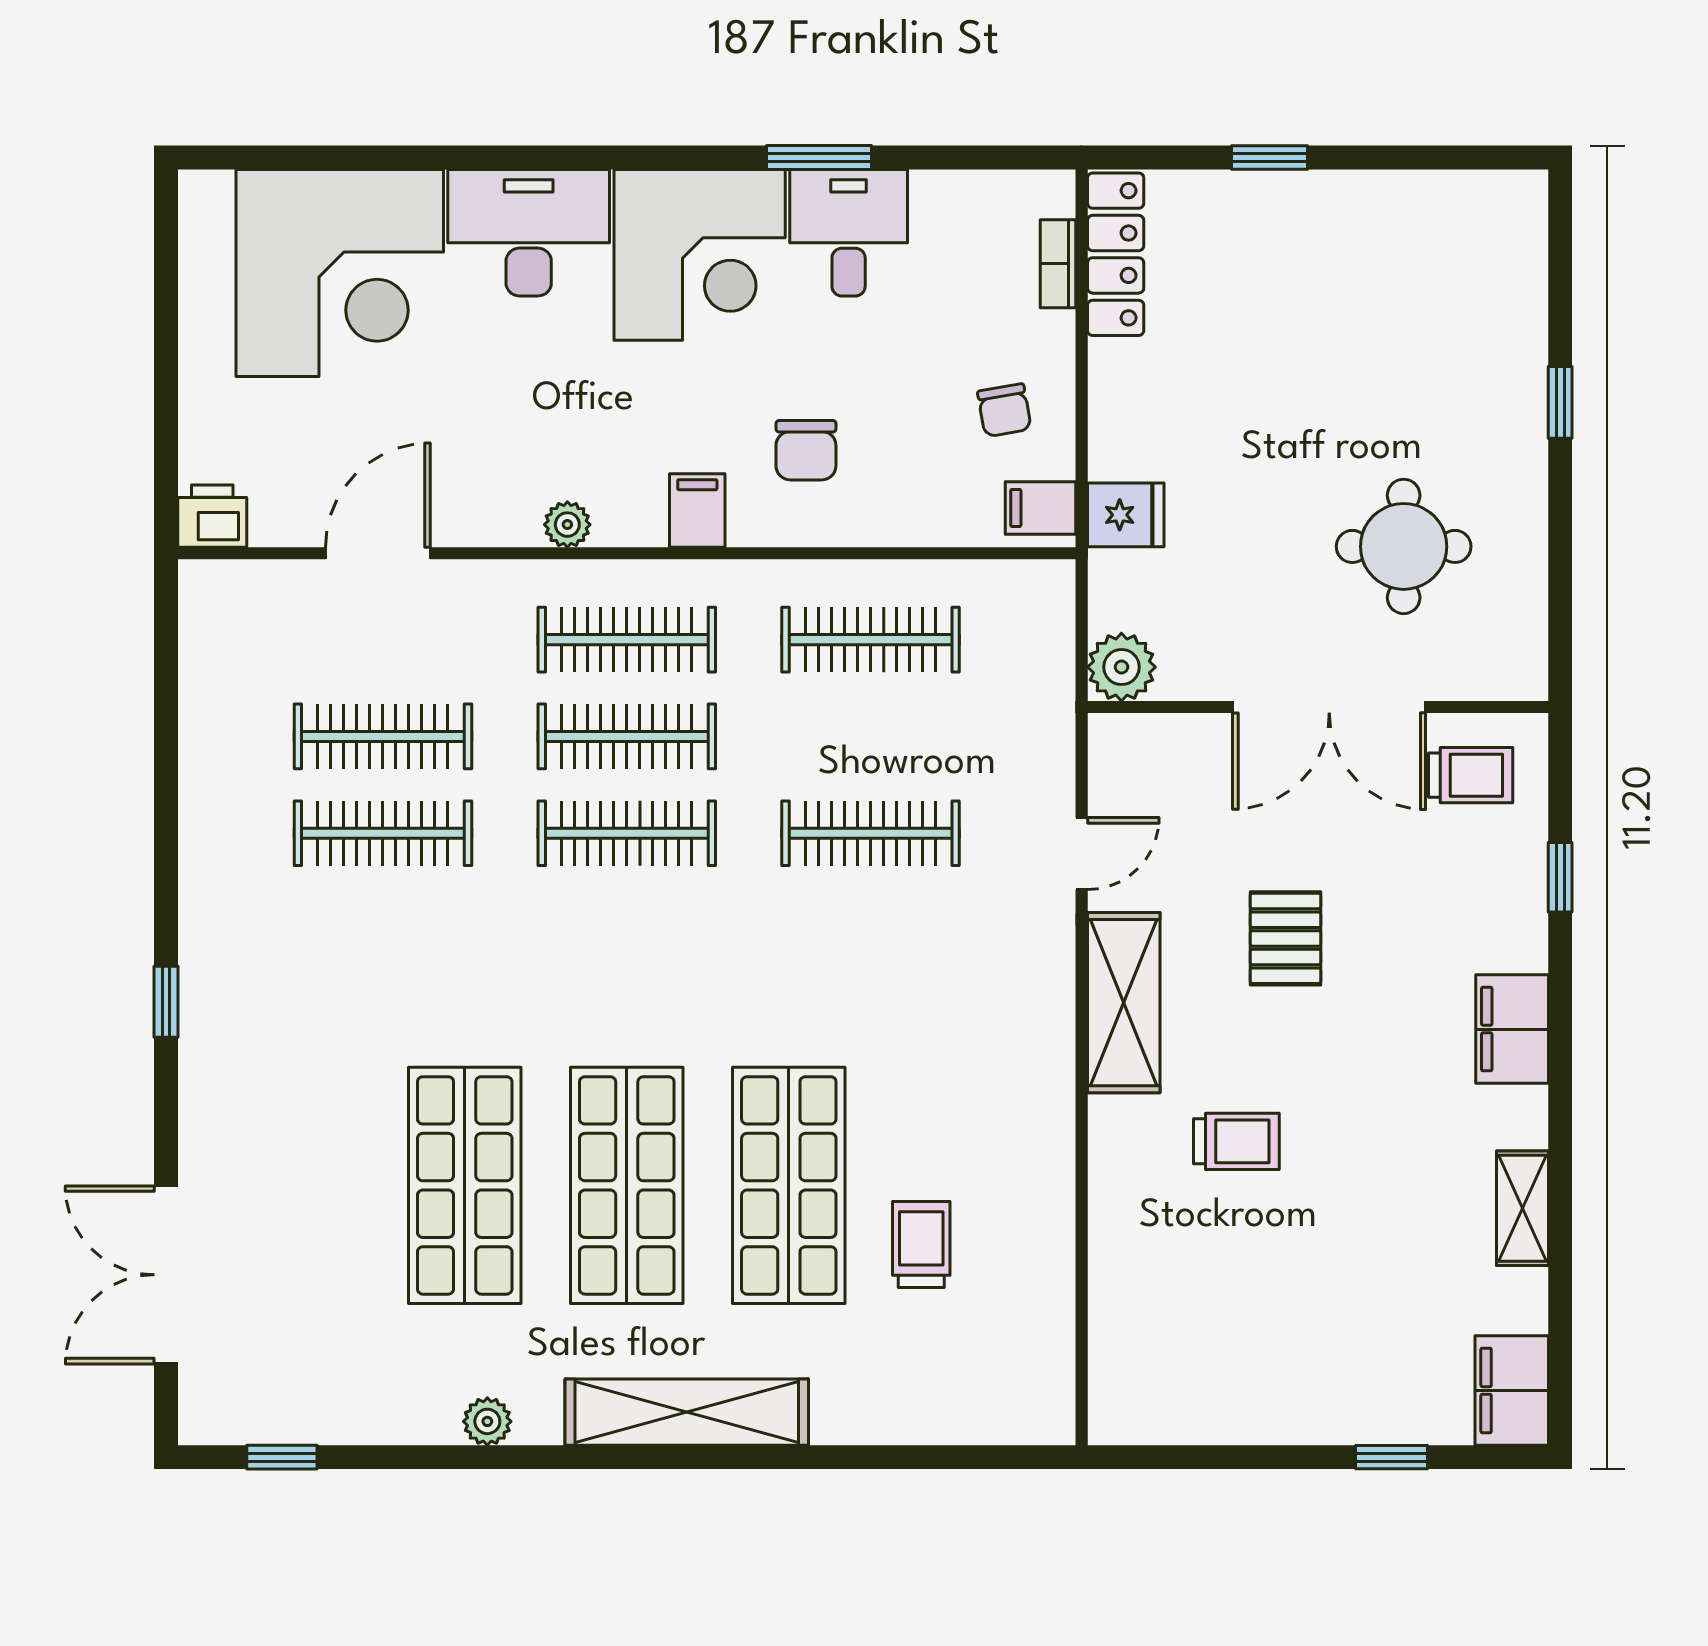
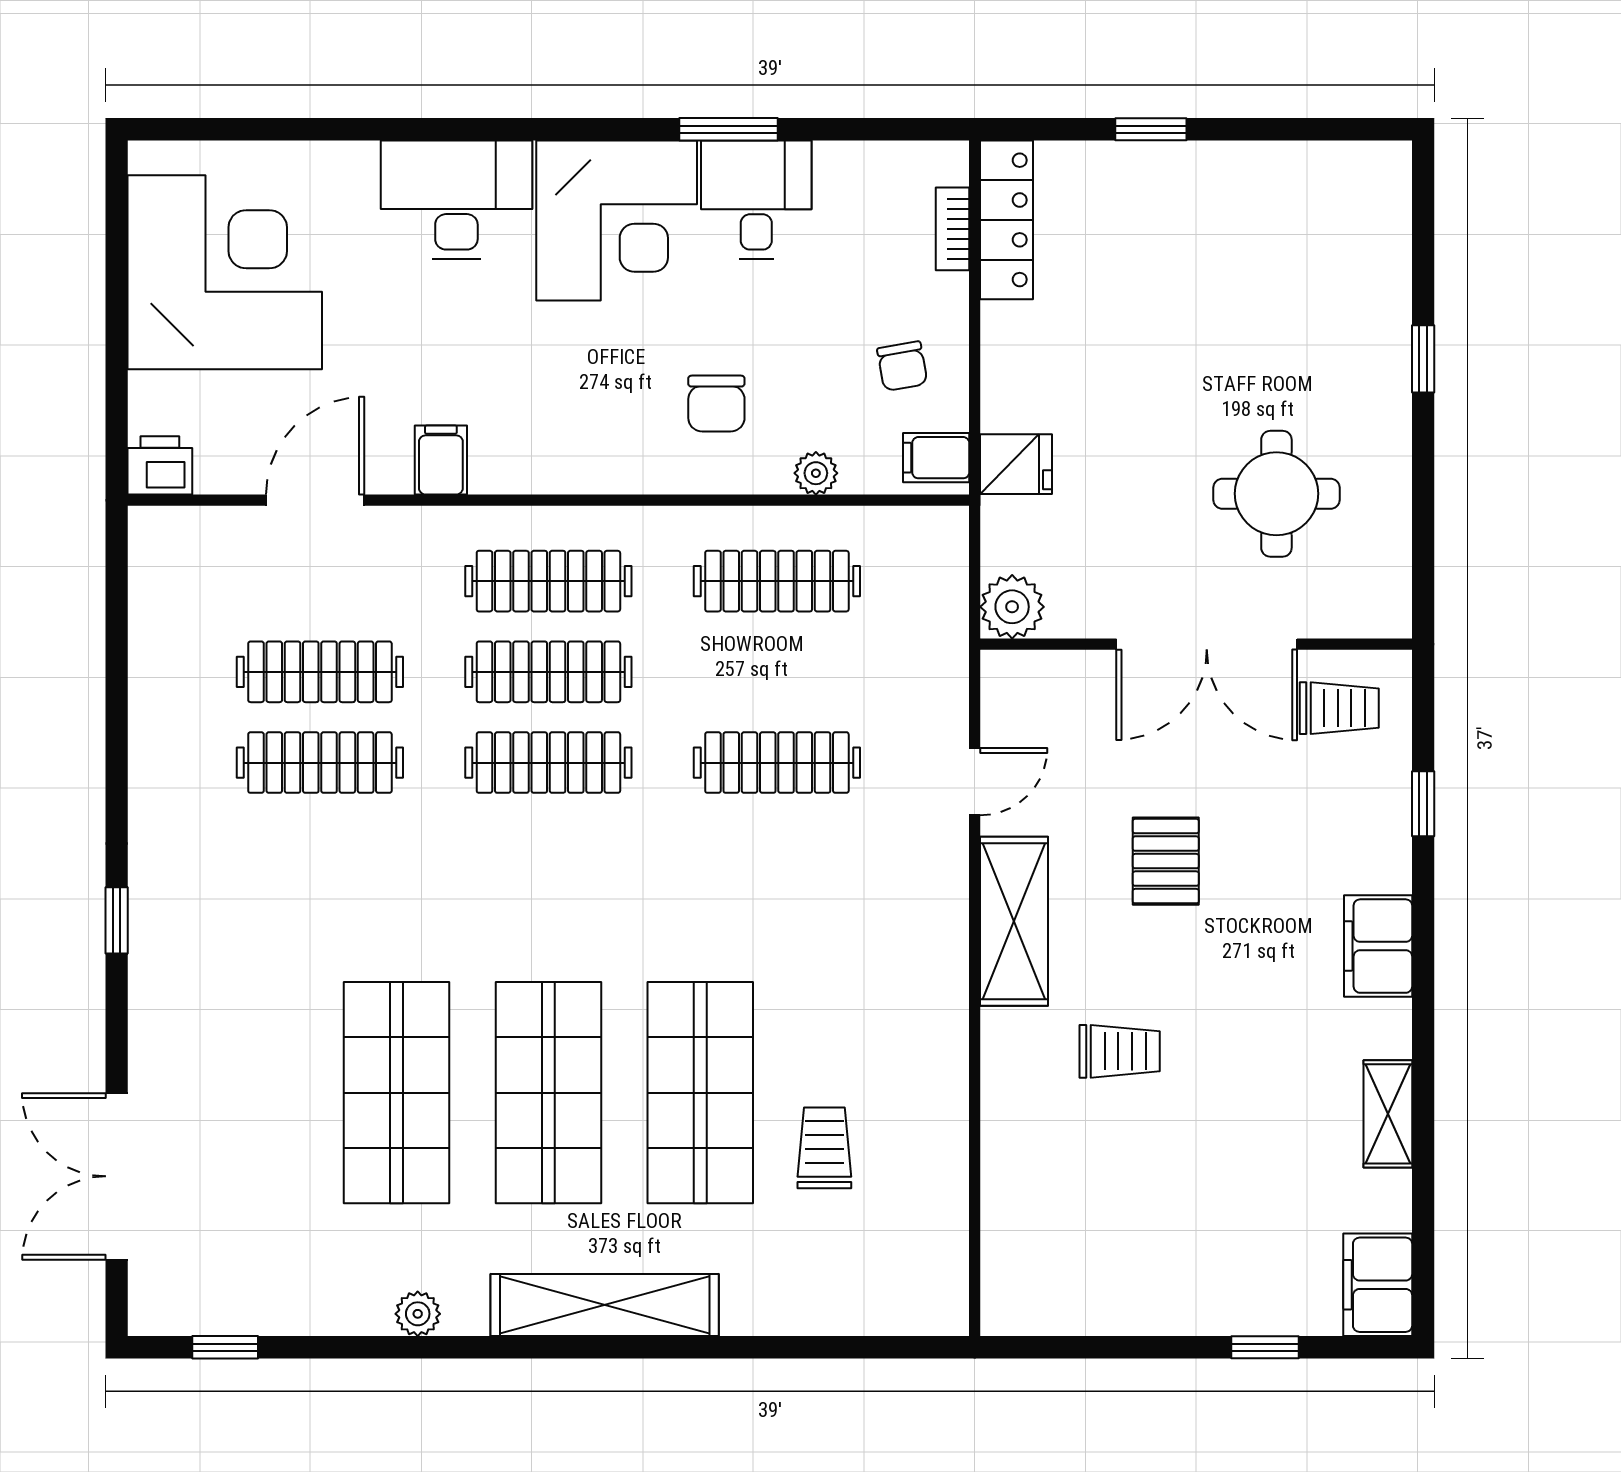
corner desk: (340, 273) -> (225, 272), moved, turned -90
filing cabinet: (697, 511) -> (441, 460), moved
plant: (567, 525) -> (816, 473), moved

